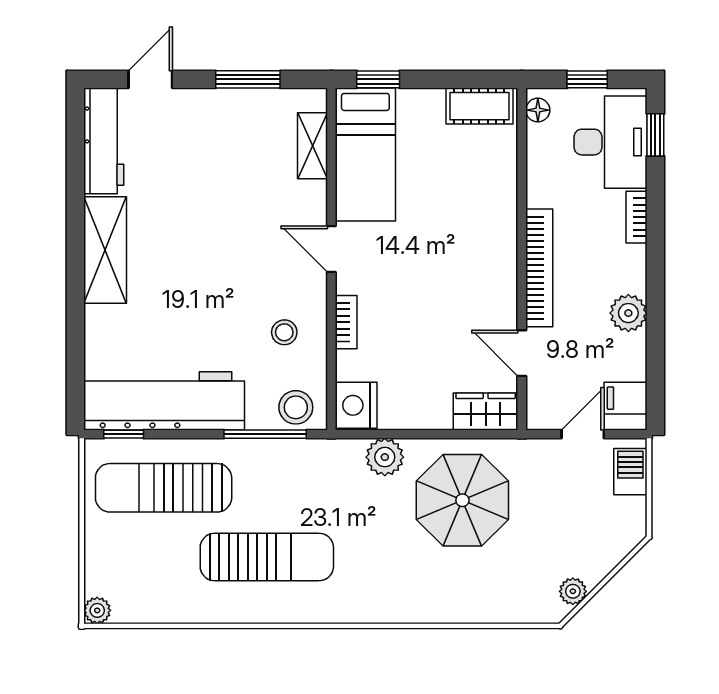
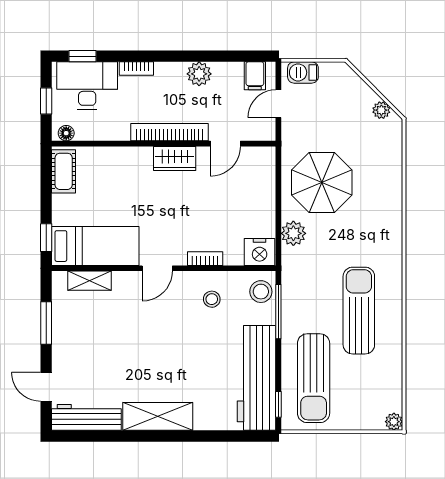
wardrobe: (486, 411) -> (175, 158), moved, turned -90
door: (583, 434) -> (278, 104), hinge flipped

